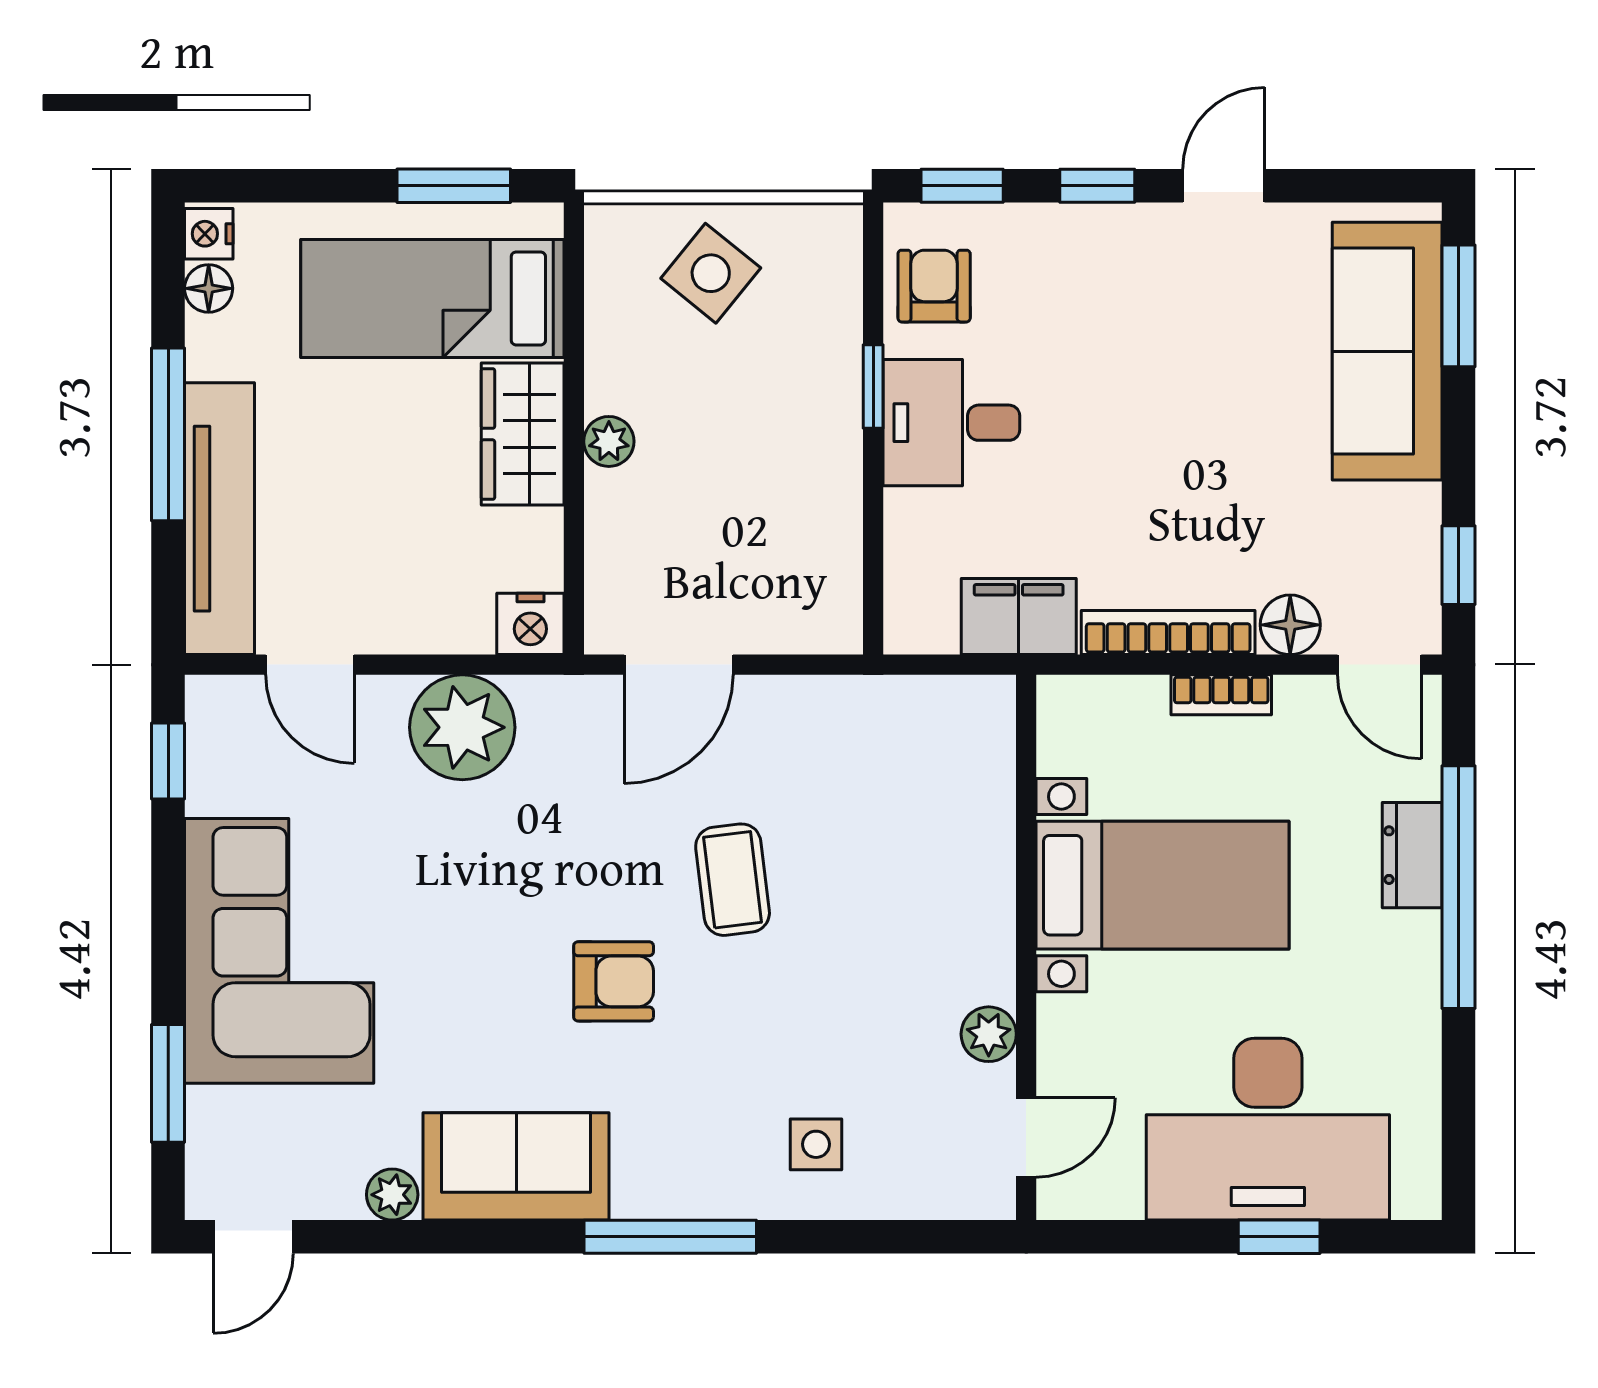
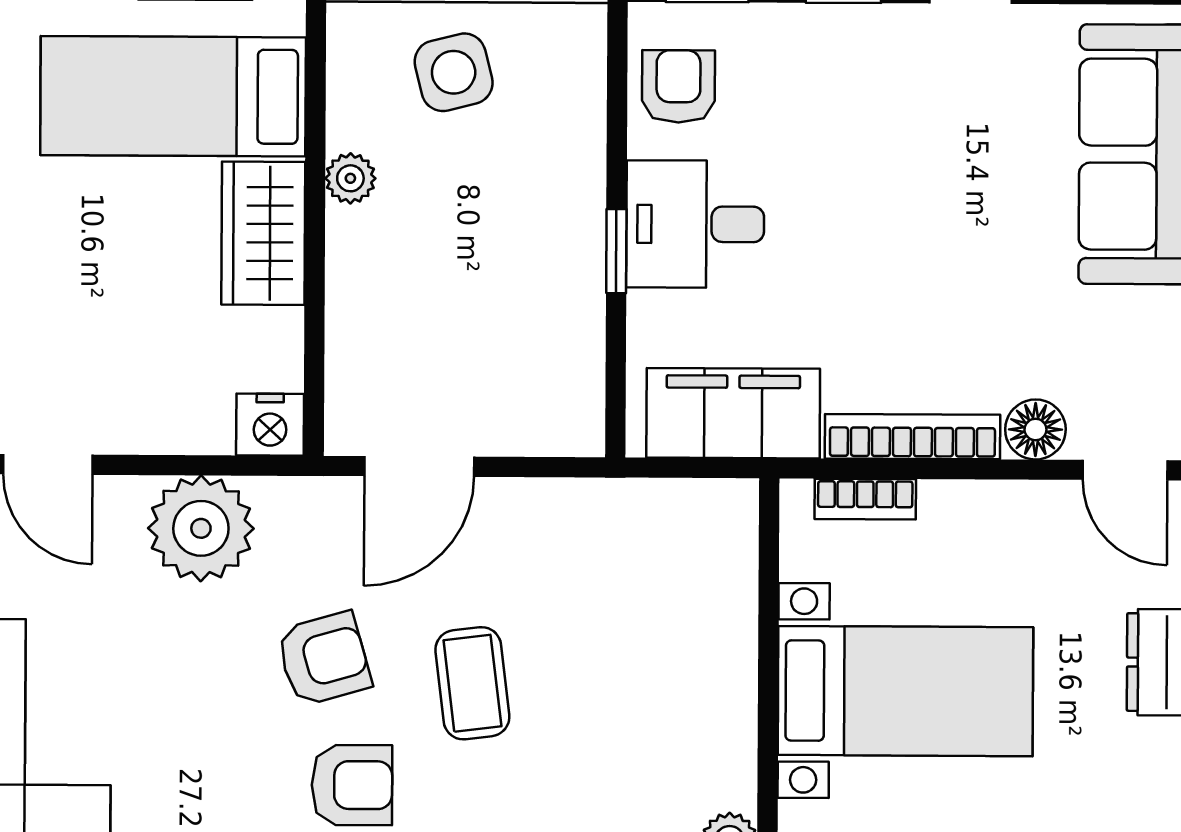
side table: (711, 273) -> (454, 72), turned 37
window: (873, 386) -> (616, 251), moved
plant: (609, 441) -> (350, 178), moved
filing cabinet: (1019, 617) -> (733, 413), width x1.50, depth x1.17
bookcase: (1221, 695) -> (865, 499), moved
armchair: (585, 856) -> (324, 659), added

